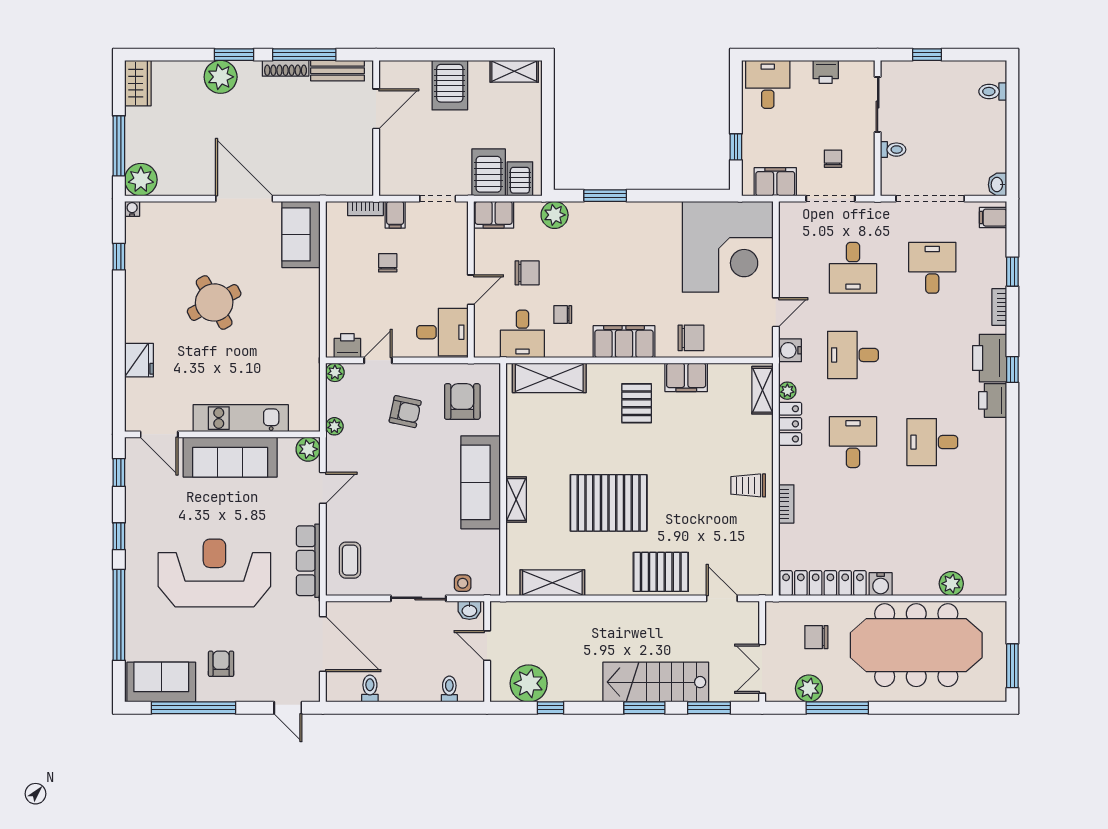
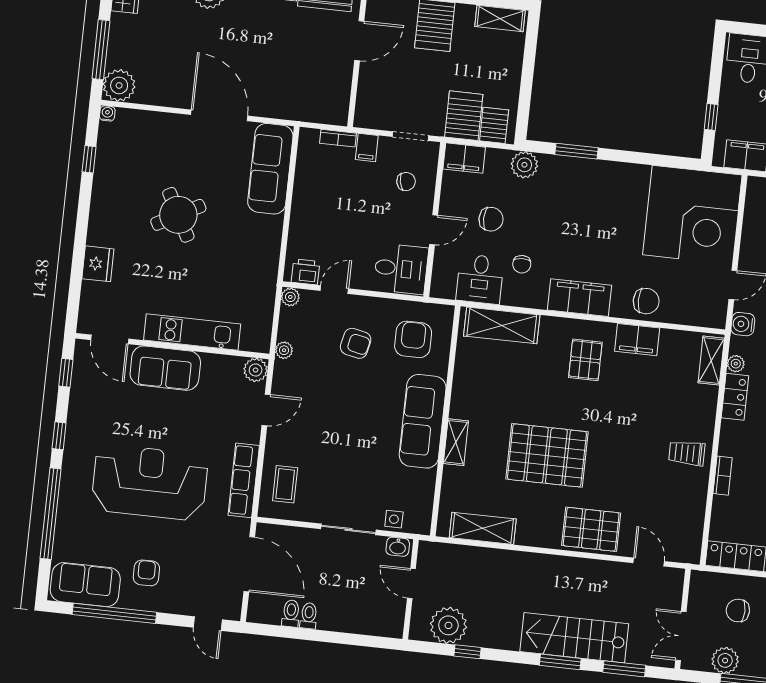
sofa: (301, 234) -> (270, 169), width x1.36
chair: (388, 263) -> (406, 182), moved, turned 78
chair: (563, 315) -> (522, 264), turned -91
sofa: (230, 457) -> (165, 368), width x0.73
toilet: (449, 689) -> (309, 616), moved

